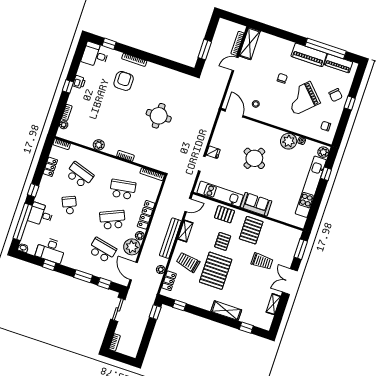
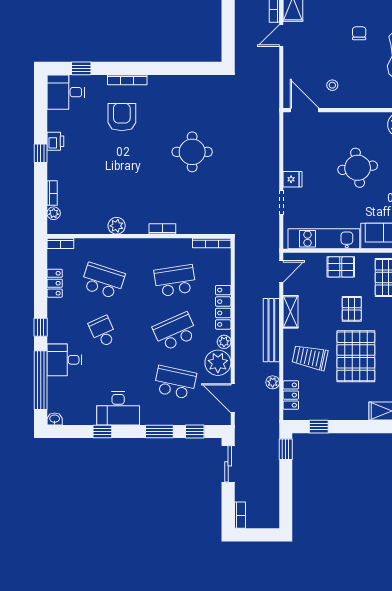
window: (205, 50) -> (228, 29), removed
round table: (254, 158) -> (358, 168), turned -35
desk: (51, 250) -> (118, 408), moved

